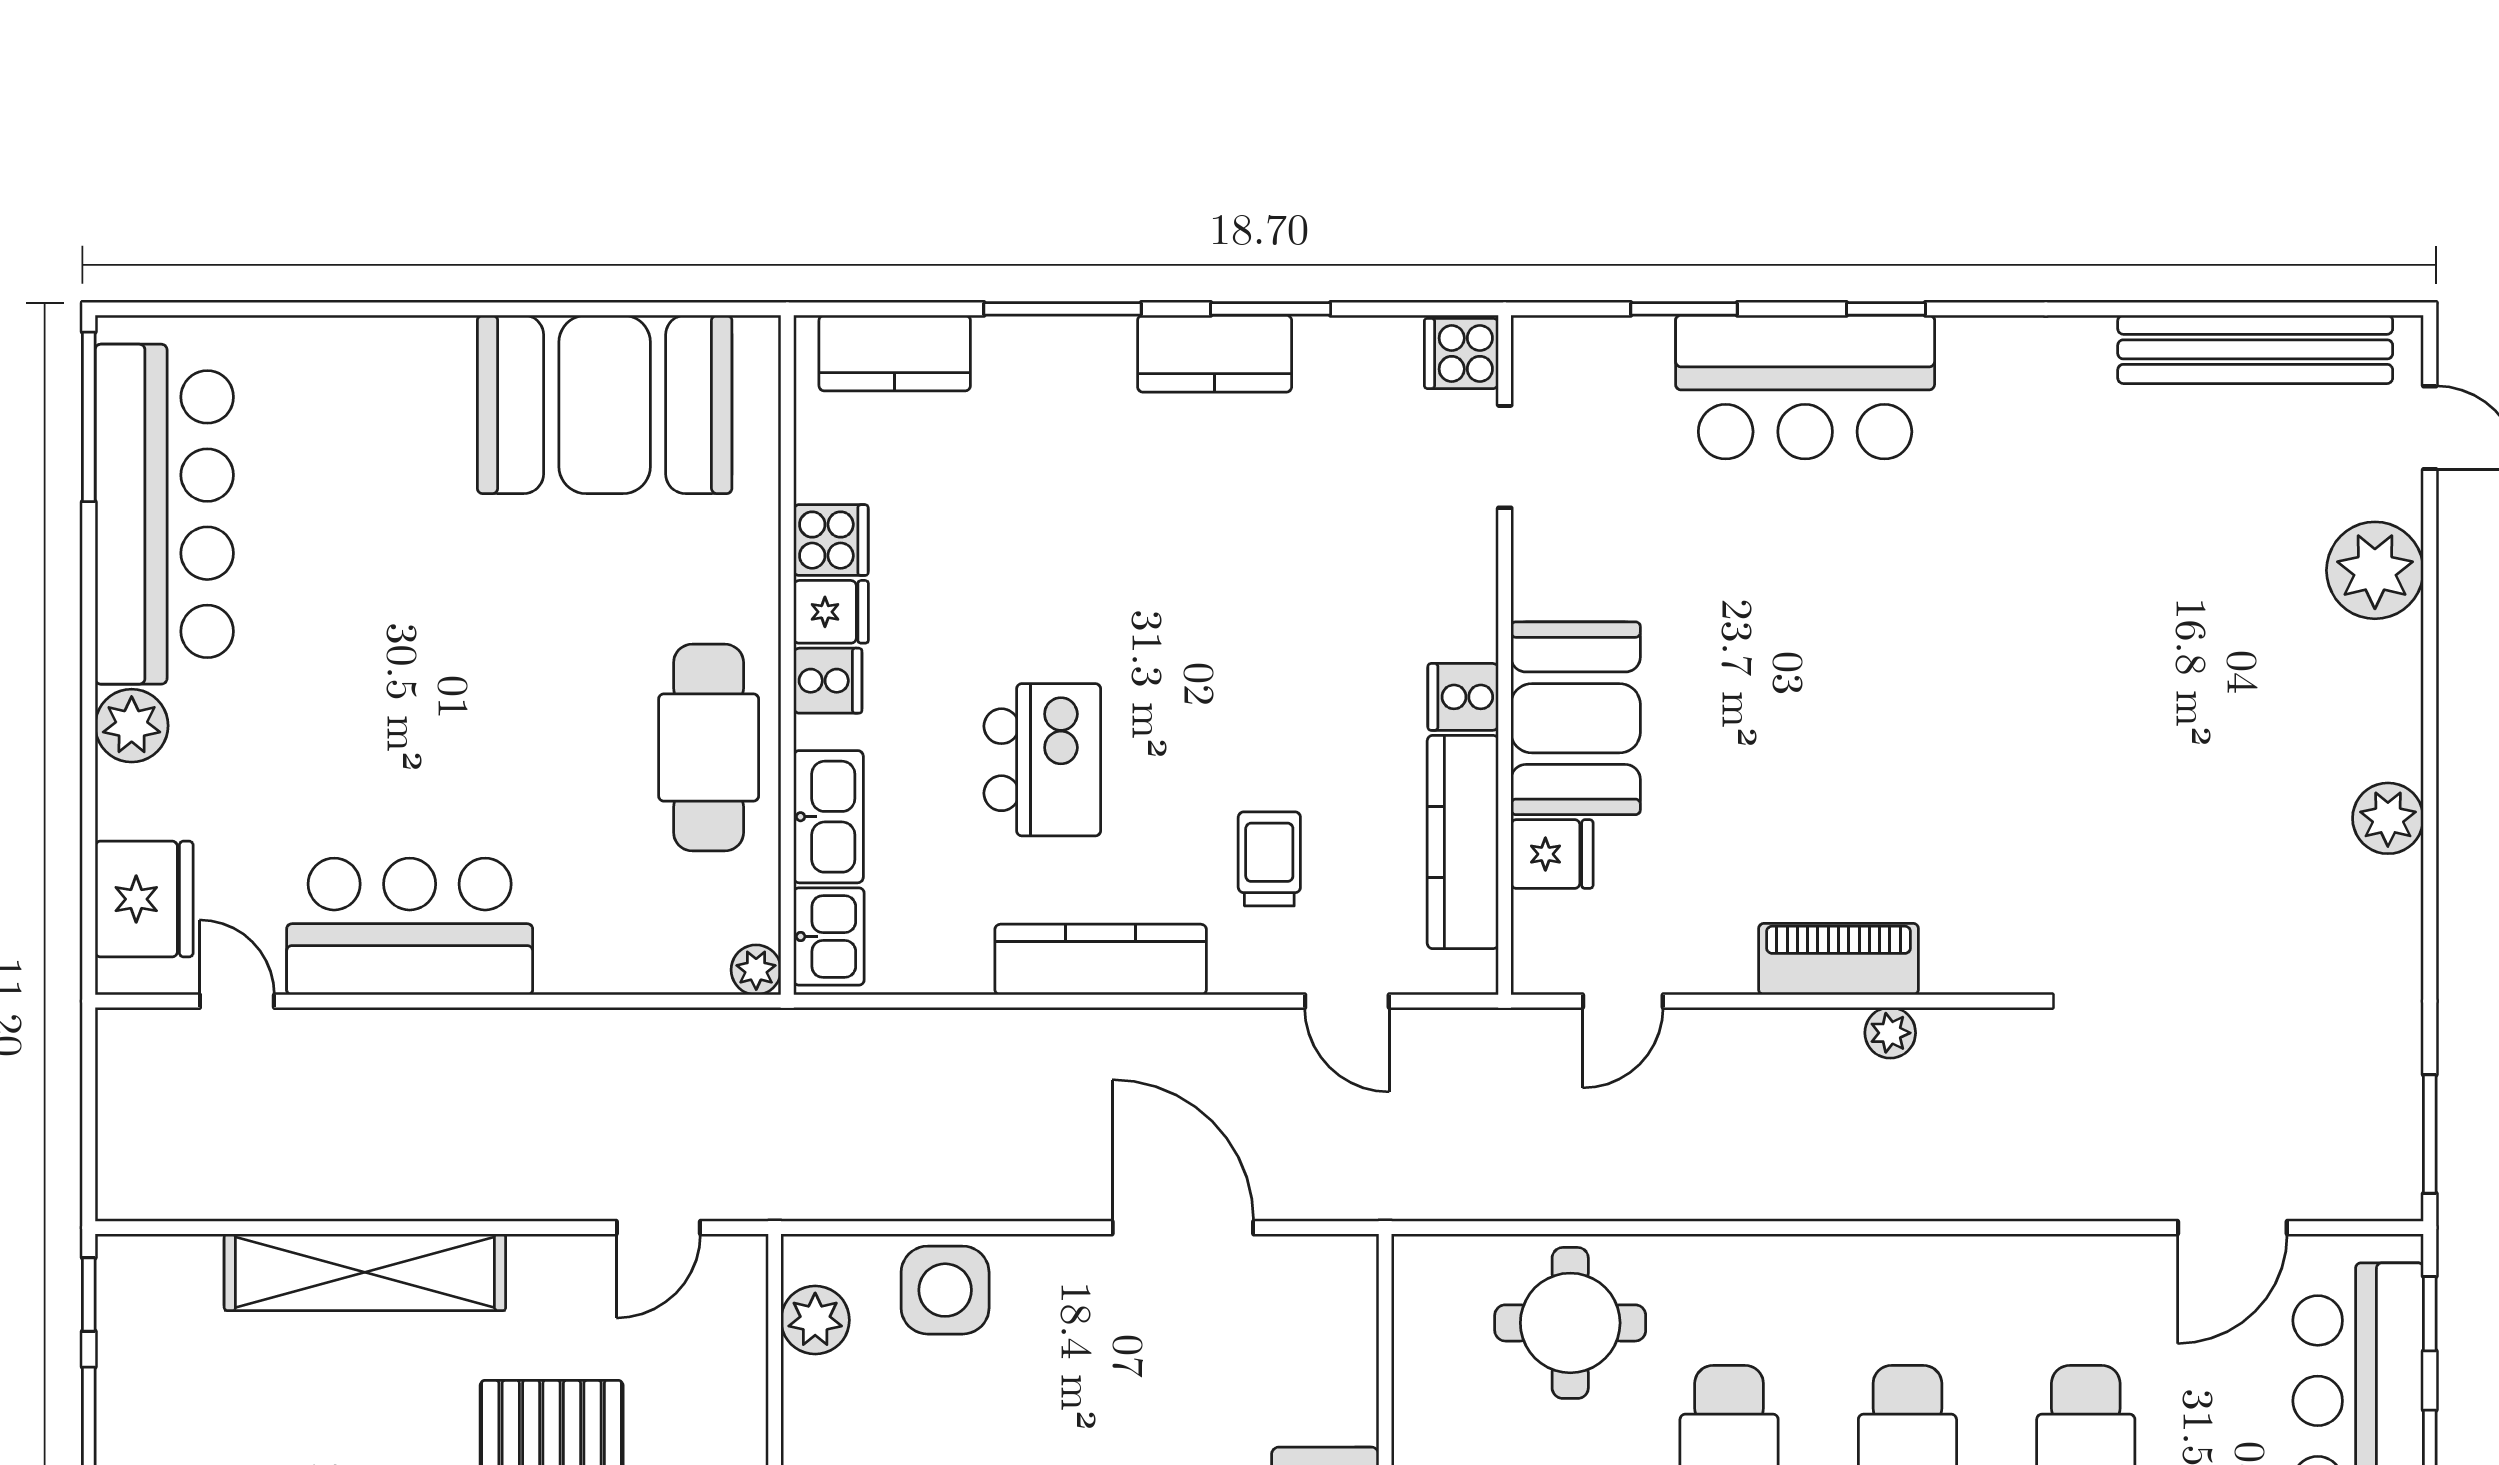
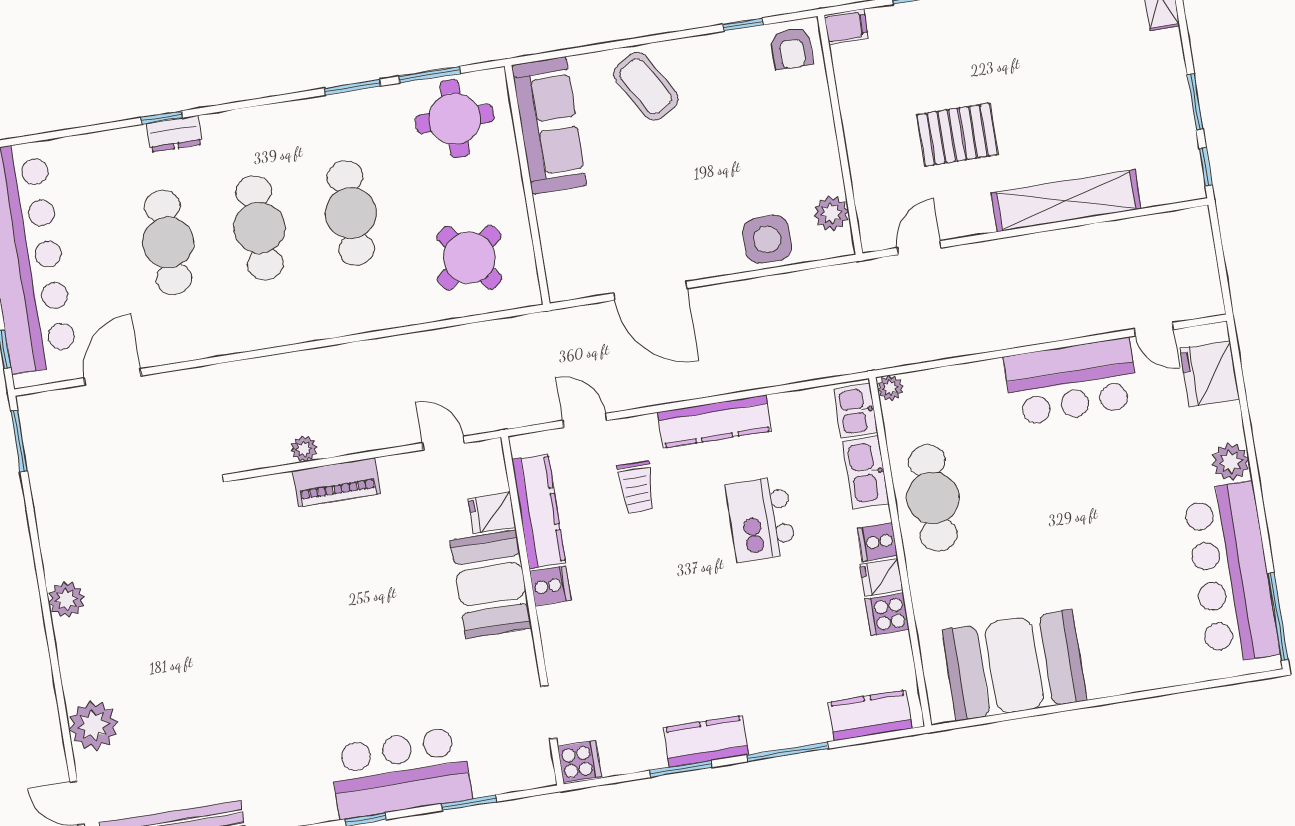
door: (1623, 1001) -> (444, 443), hinge flipped
round table: (1570, 1323) -> (469, 258), moved, turned -37

